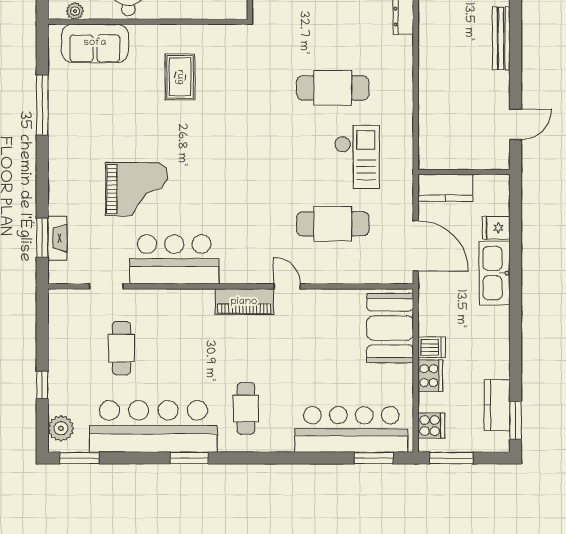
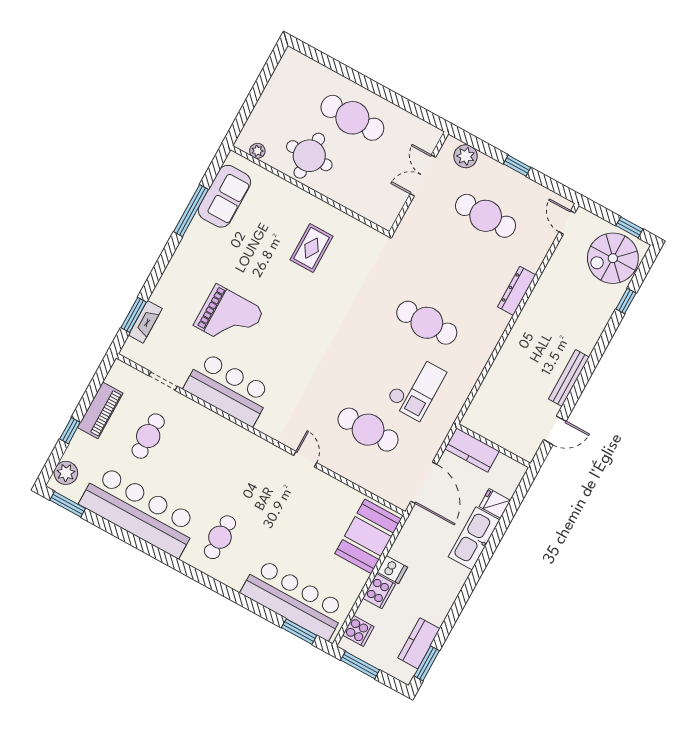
bench: (501, 38) -> (569, 378), moved
sofa: (95, 43) -> (224, 196), moved, turned -90
piano: (244, 302) -> (100, 410), moved, turned -90
window: (189, 458) -> (154, 552), removed

